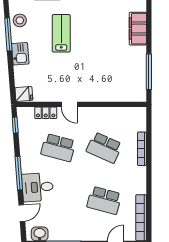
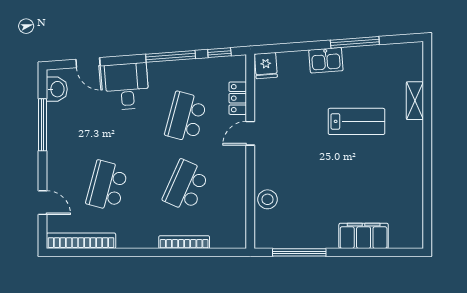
stool: (20, 20) -> (267, 199), moved
window: (19, 173) -> (171, 56), moved

